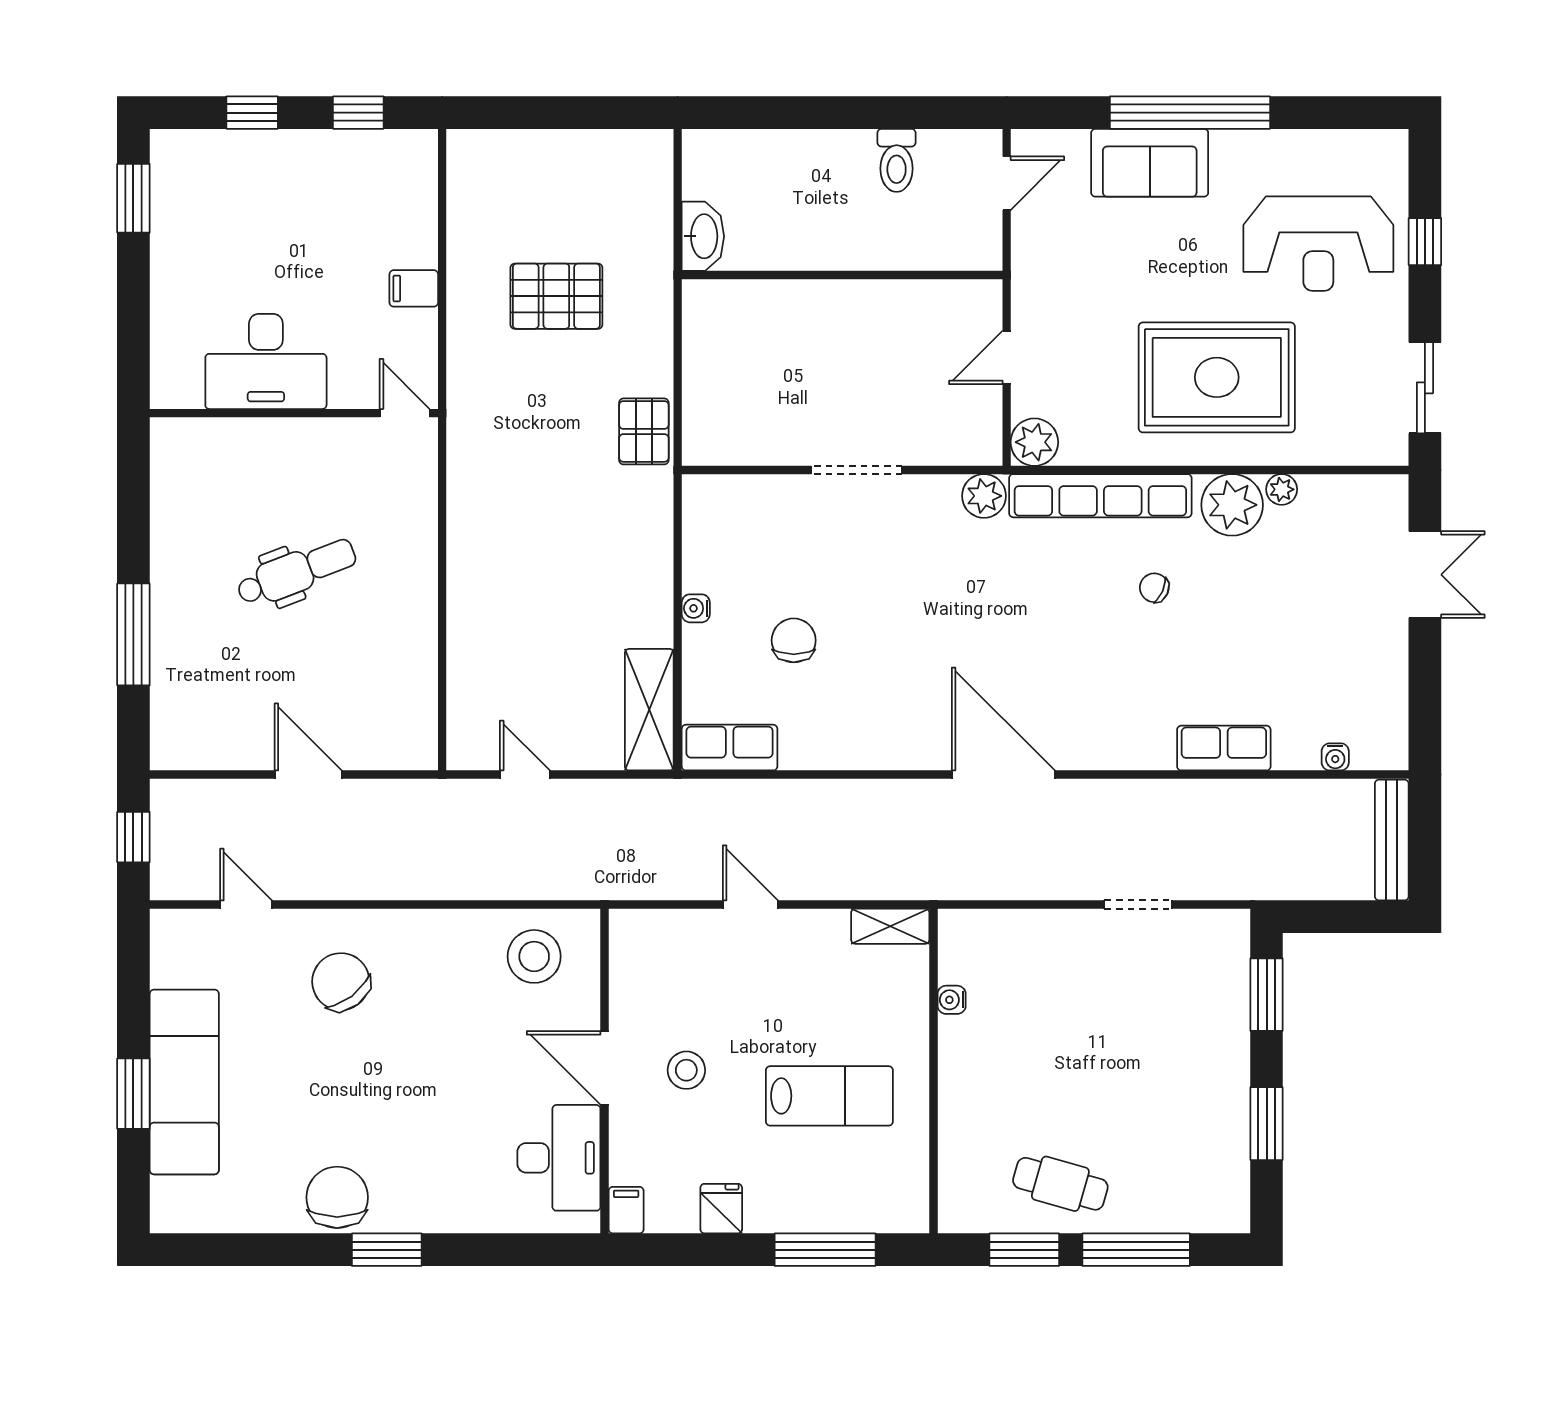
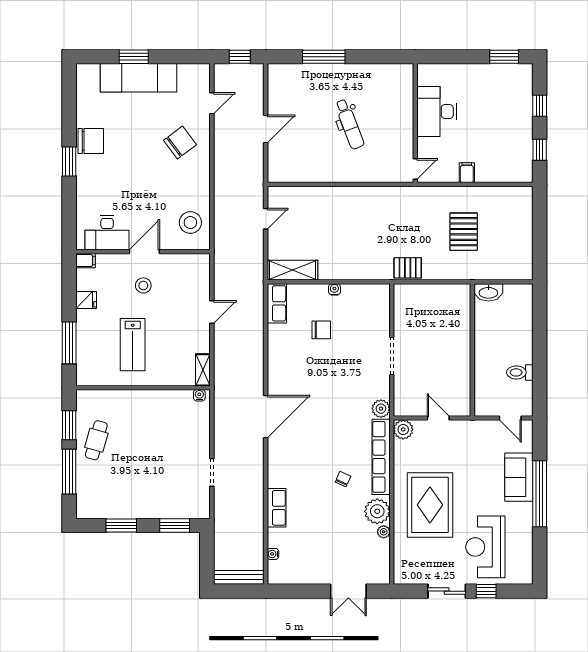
sliding door: (1425, 388) -> (447, 591), moved
water cooler: (952, 1000) -> (199, 395), moved

